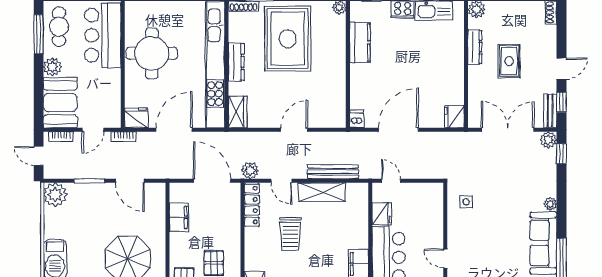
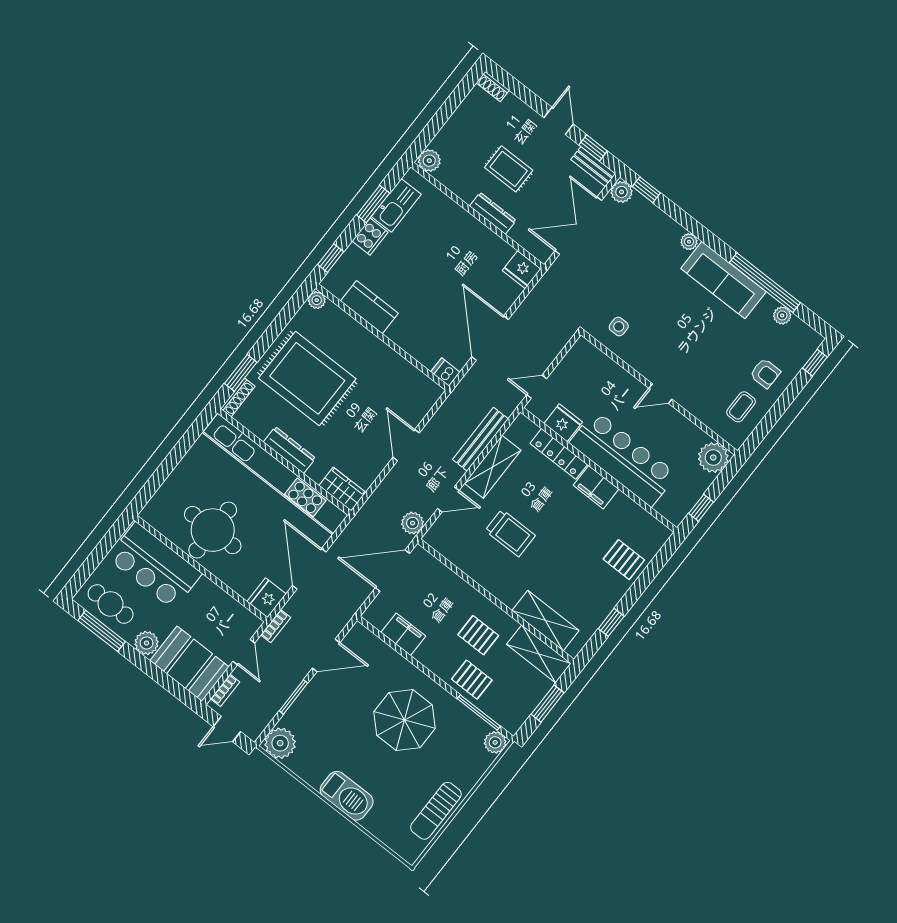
dresser: (475, 47) -> (493, 213), moved
locker: (252, 205) -> (559, 454), moved, turned 180

